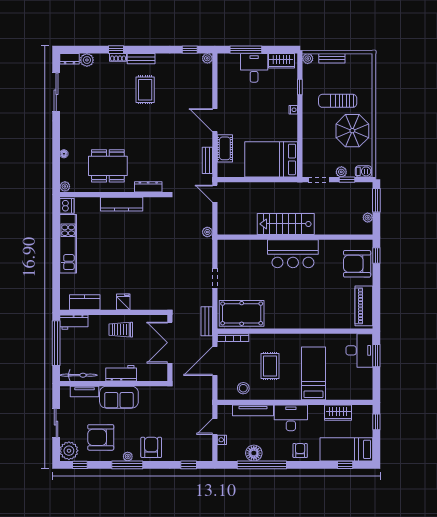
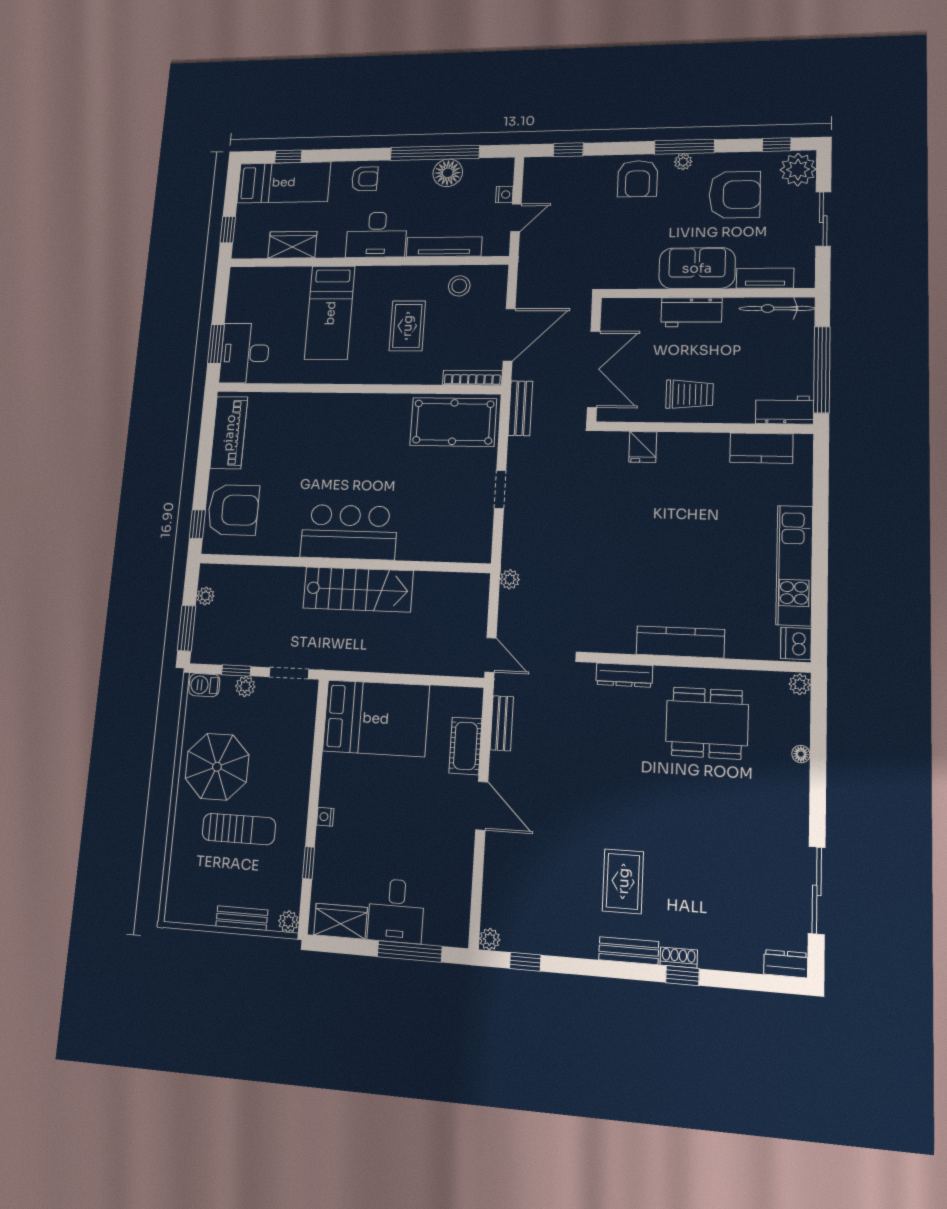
plant: (87, 60) -> (747, 957), removed
fridge: (123, 302) -> (643, 447), moved
armchair: (300, 450) -> (365, 179), turned -90

